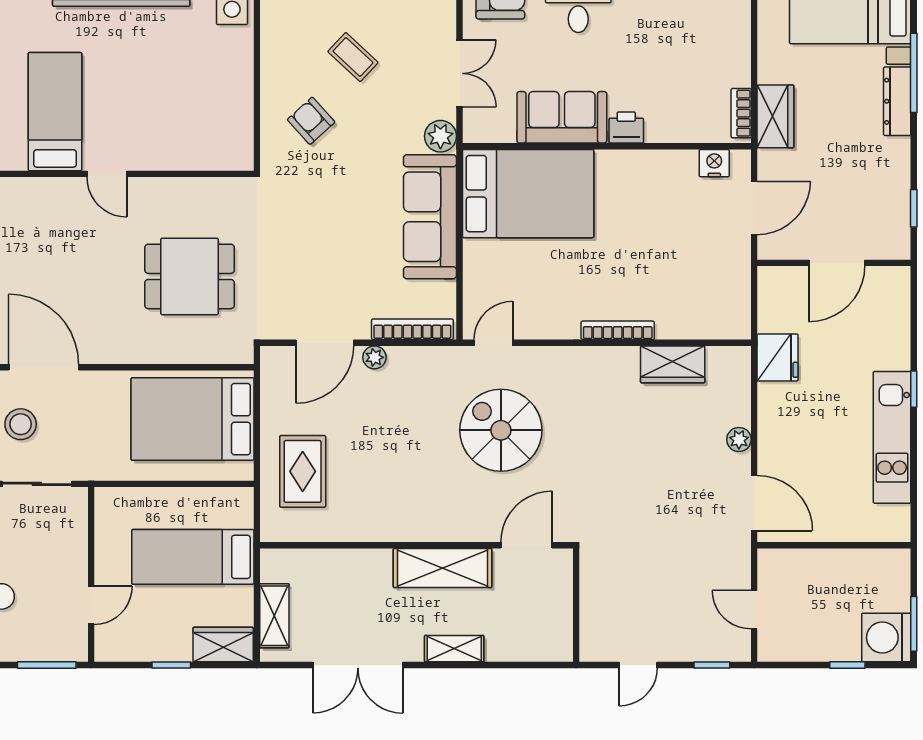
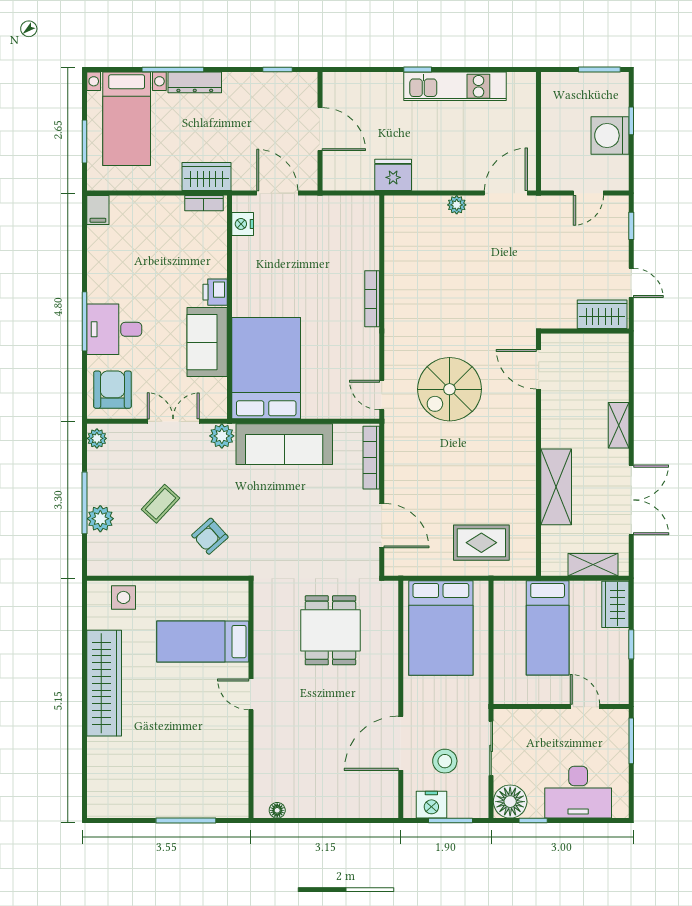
bed: (55, 112) -> (203, 642), moved
door: (107, 174) -> (251, 694), swing flipped
plant: (374, 357) -> (393, 487), removed
wardrobe: (673, 364) -> (602, 314), moved, turned -90
shelving: (443, 568) -> (556, 487), moved
washing machine: (886, 638) -> (610, 136), moved, turned 90

